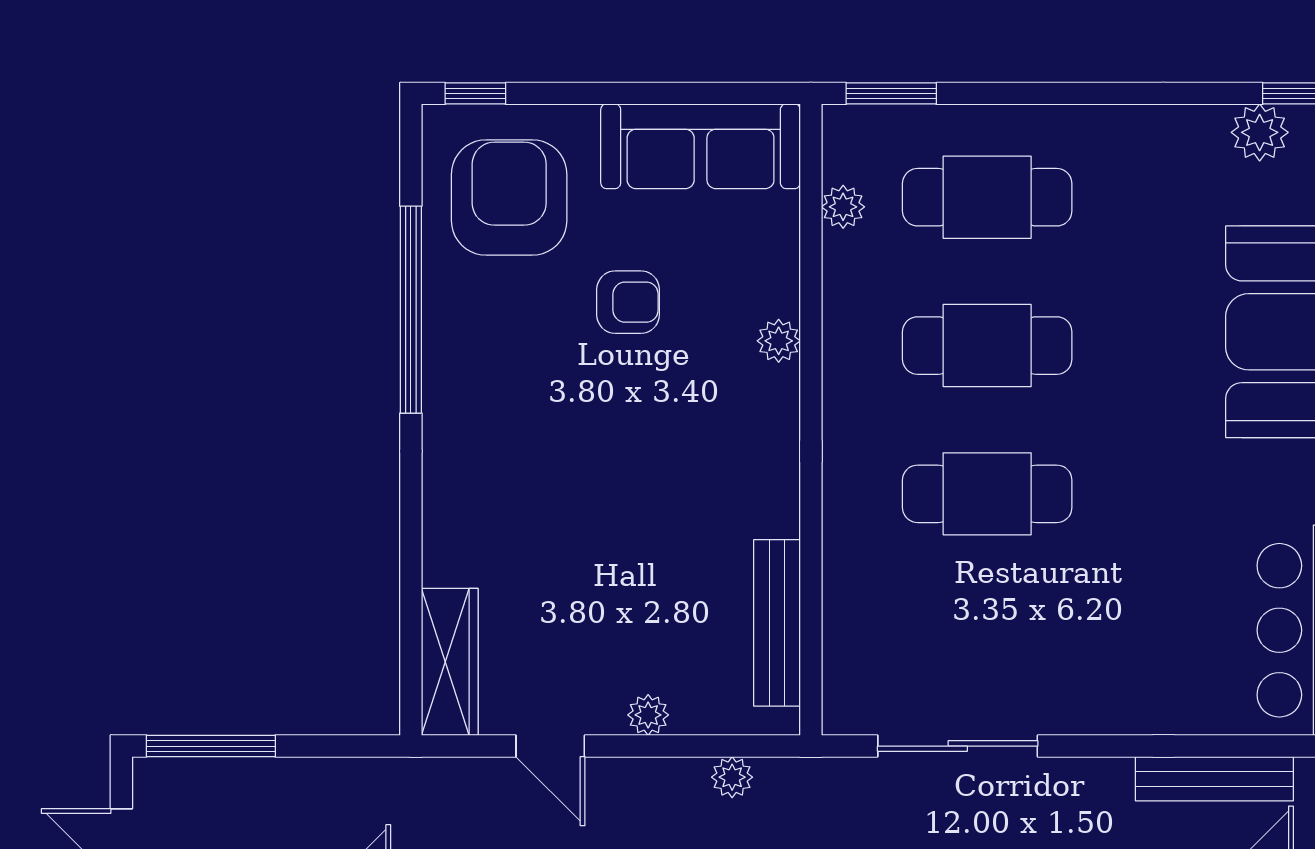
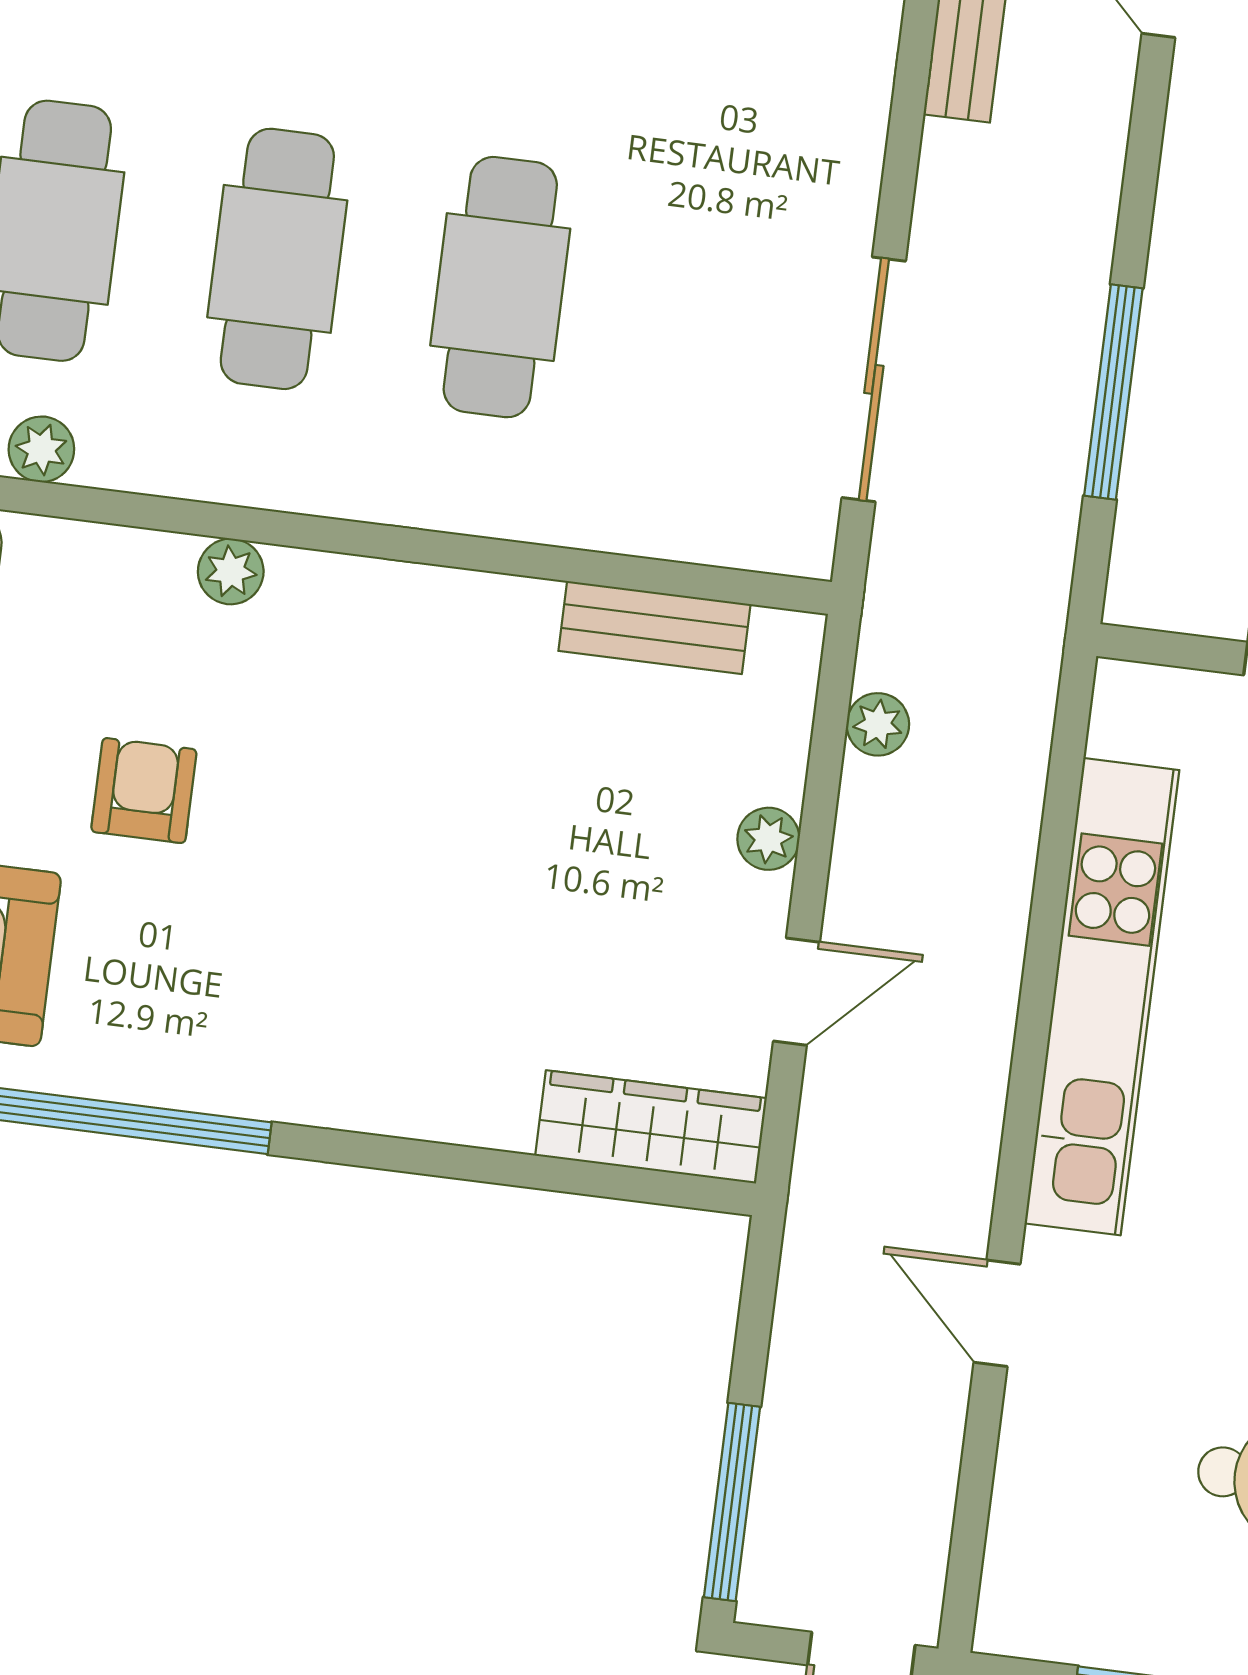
bench: (777, 623) -> (655, 628), width x0.73

